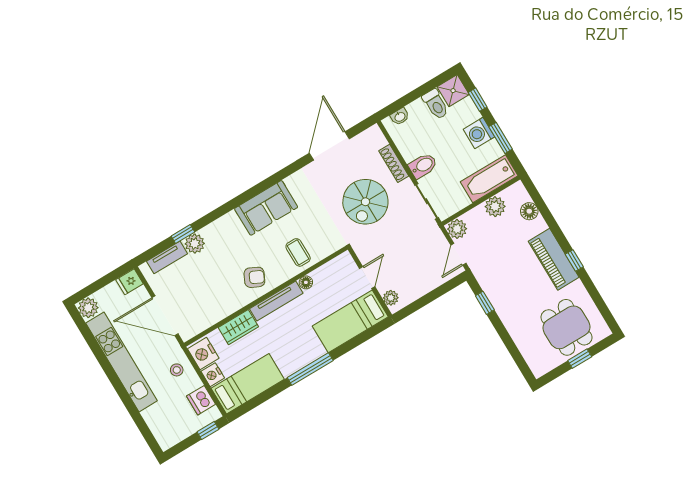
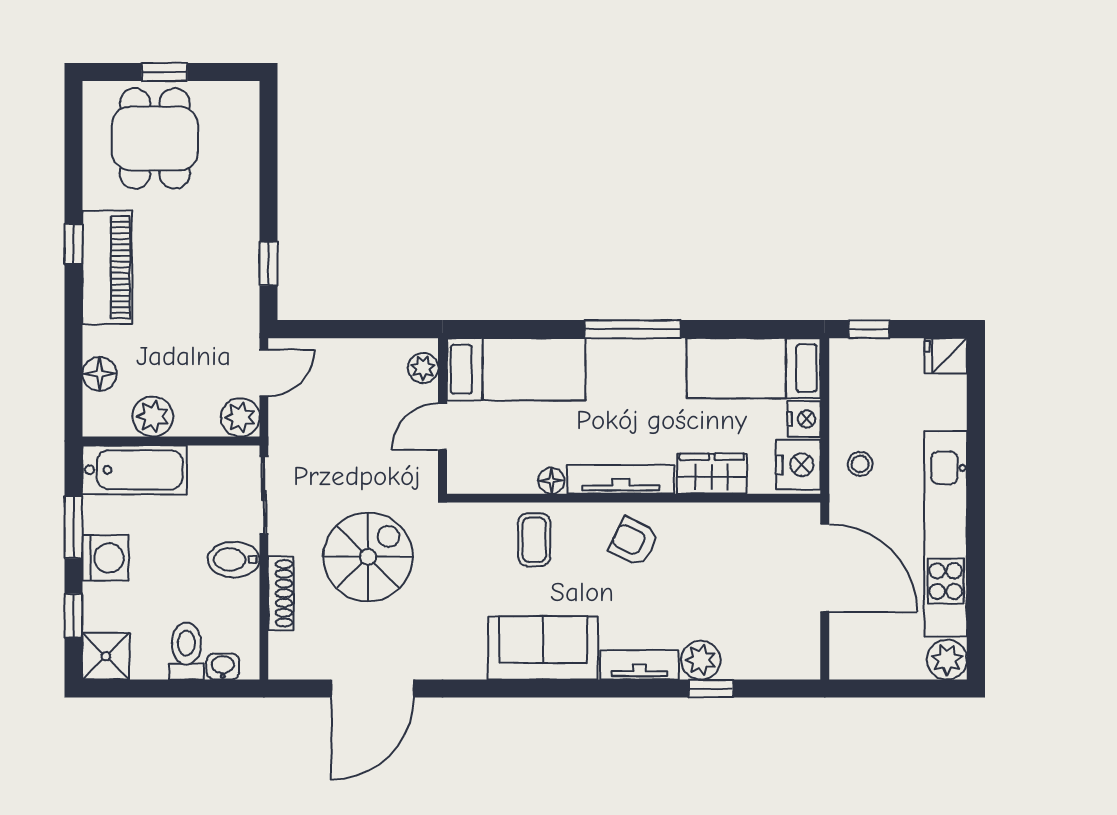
toilet: (436, 104) -> (186, 651), moved
tv unit: (167, 257) -> (640, 665), moved
fridge: (130, 282) -> (946, 356), moved, turned 180
dishwasher: (201, 400) -> (850, 388), removed

